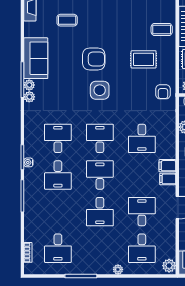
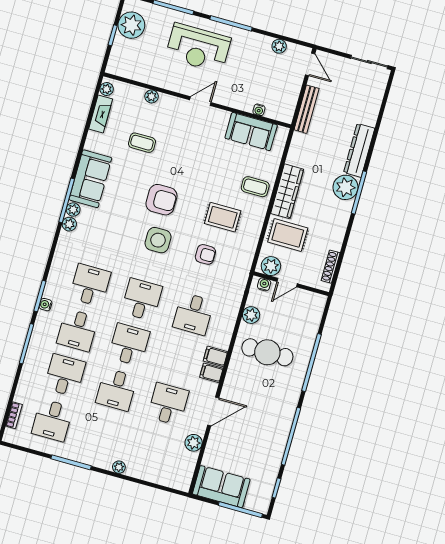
armchair: (163, 92) -> (205, 254), moved, turned -90
desk: (142, 248) -> (65, 375), moved, turned 180
plant: (169, 266) -> (194, 443), moved

